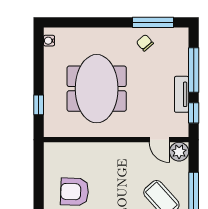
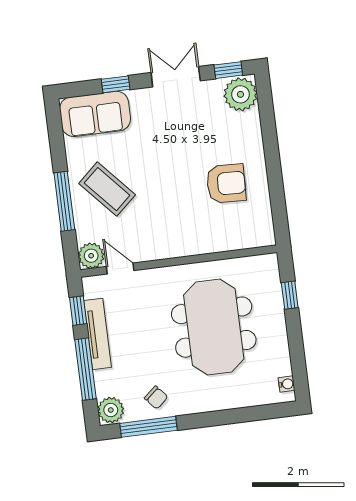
plant: (179, 38) -> (111, 410), added
tv unit: (182, 94) -> (98, 334), width x1.41

